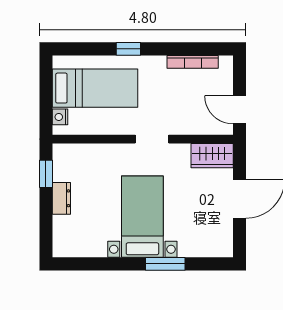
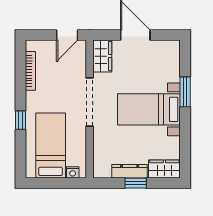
doorway: (152, 139) -> (90, 102), width x1.87
window: (46, 174) -> (136, 183), moved
dresser: (61, 198) -> (130, 171), width x1.44
wardrobe: (64, 237) -> (164, 169), added

